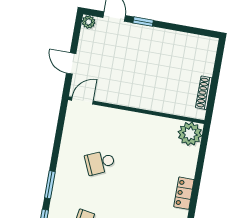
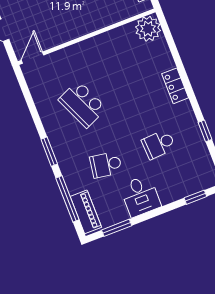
school desk: (100, 163) -> (82, 104), width x1.85

